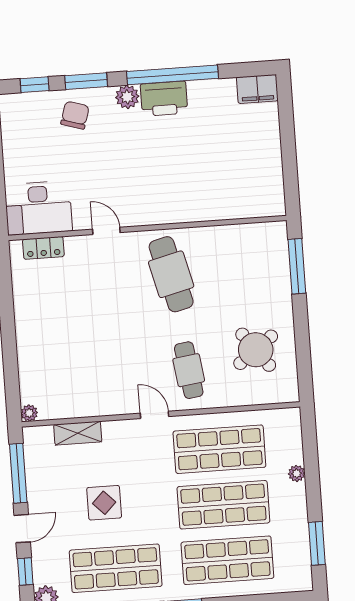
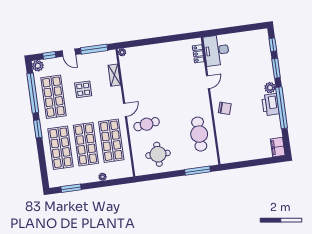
chair: (75, 115) -> (225, 108), moved
cafe table: (171, 274) -> (199, 134), moved, turned -76
round table: (256, 350) -> (158, 154), turned 37

